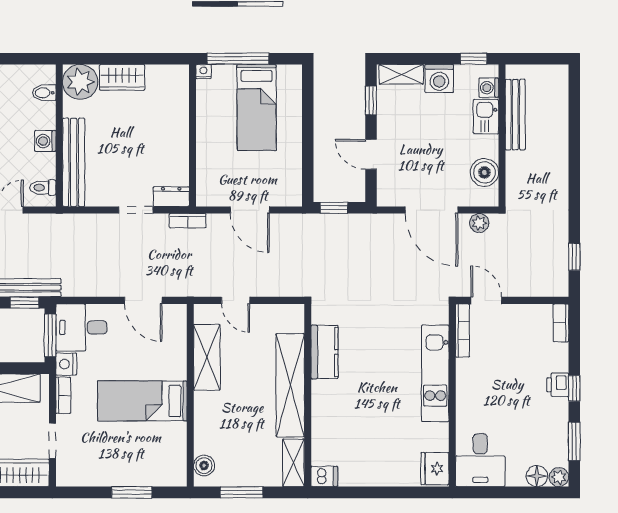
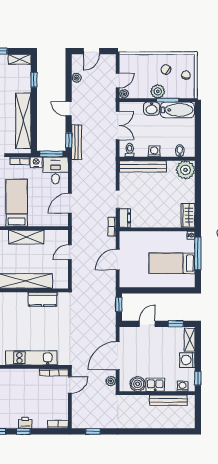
wardrobe: (122, 77) -> (188, 215), moved
kitchen sink: (486, 117) -> (155, 385), moved
shelving: (207, 357) -> (26, 237), moved

